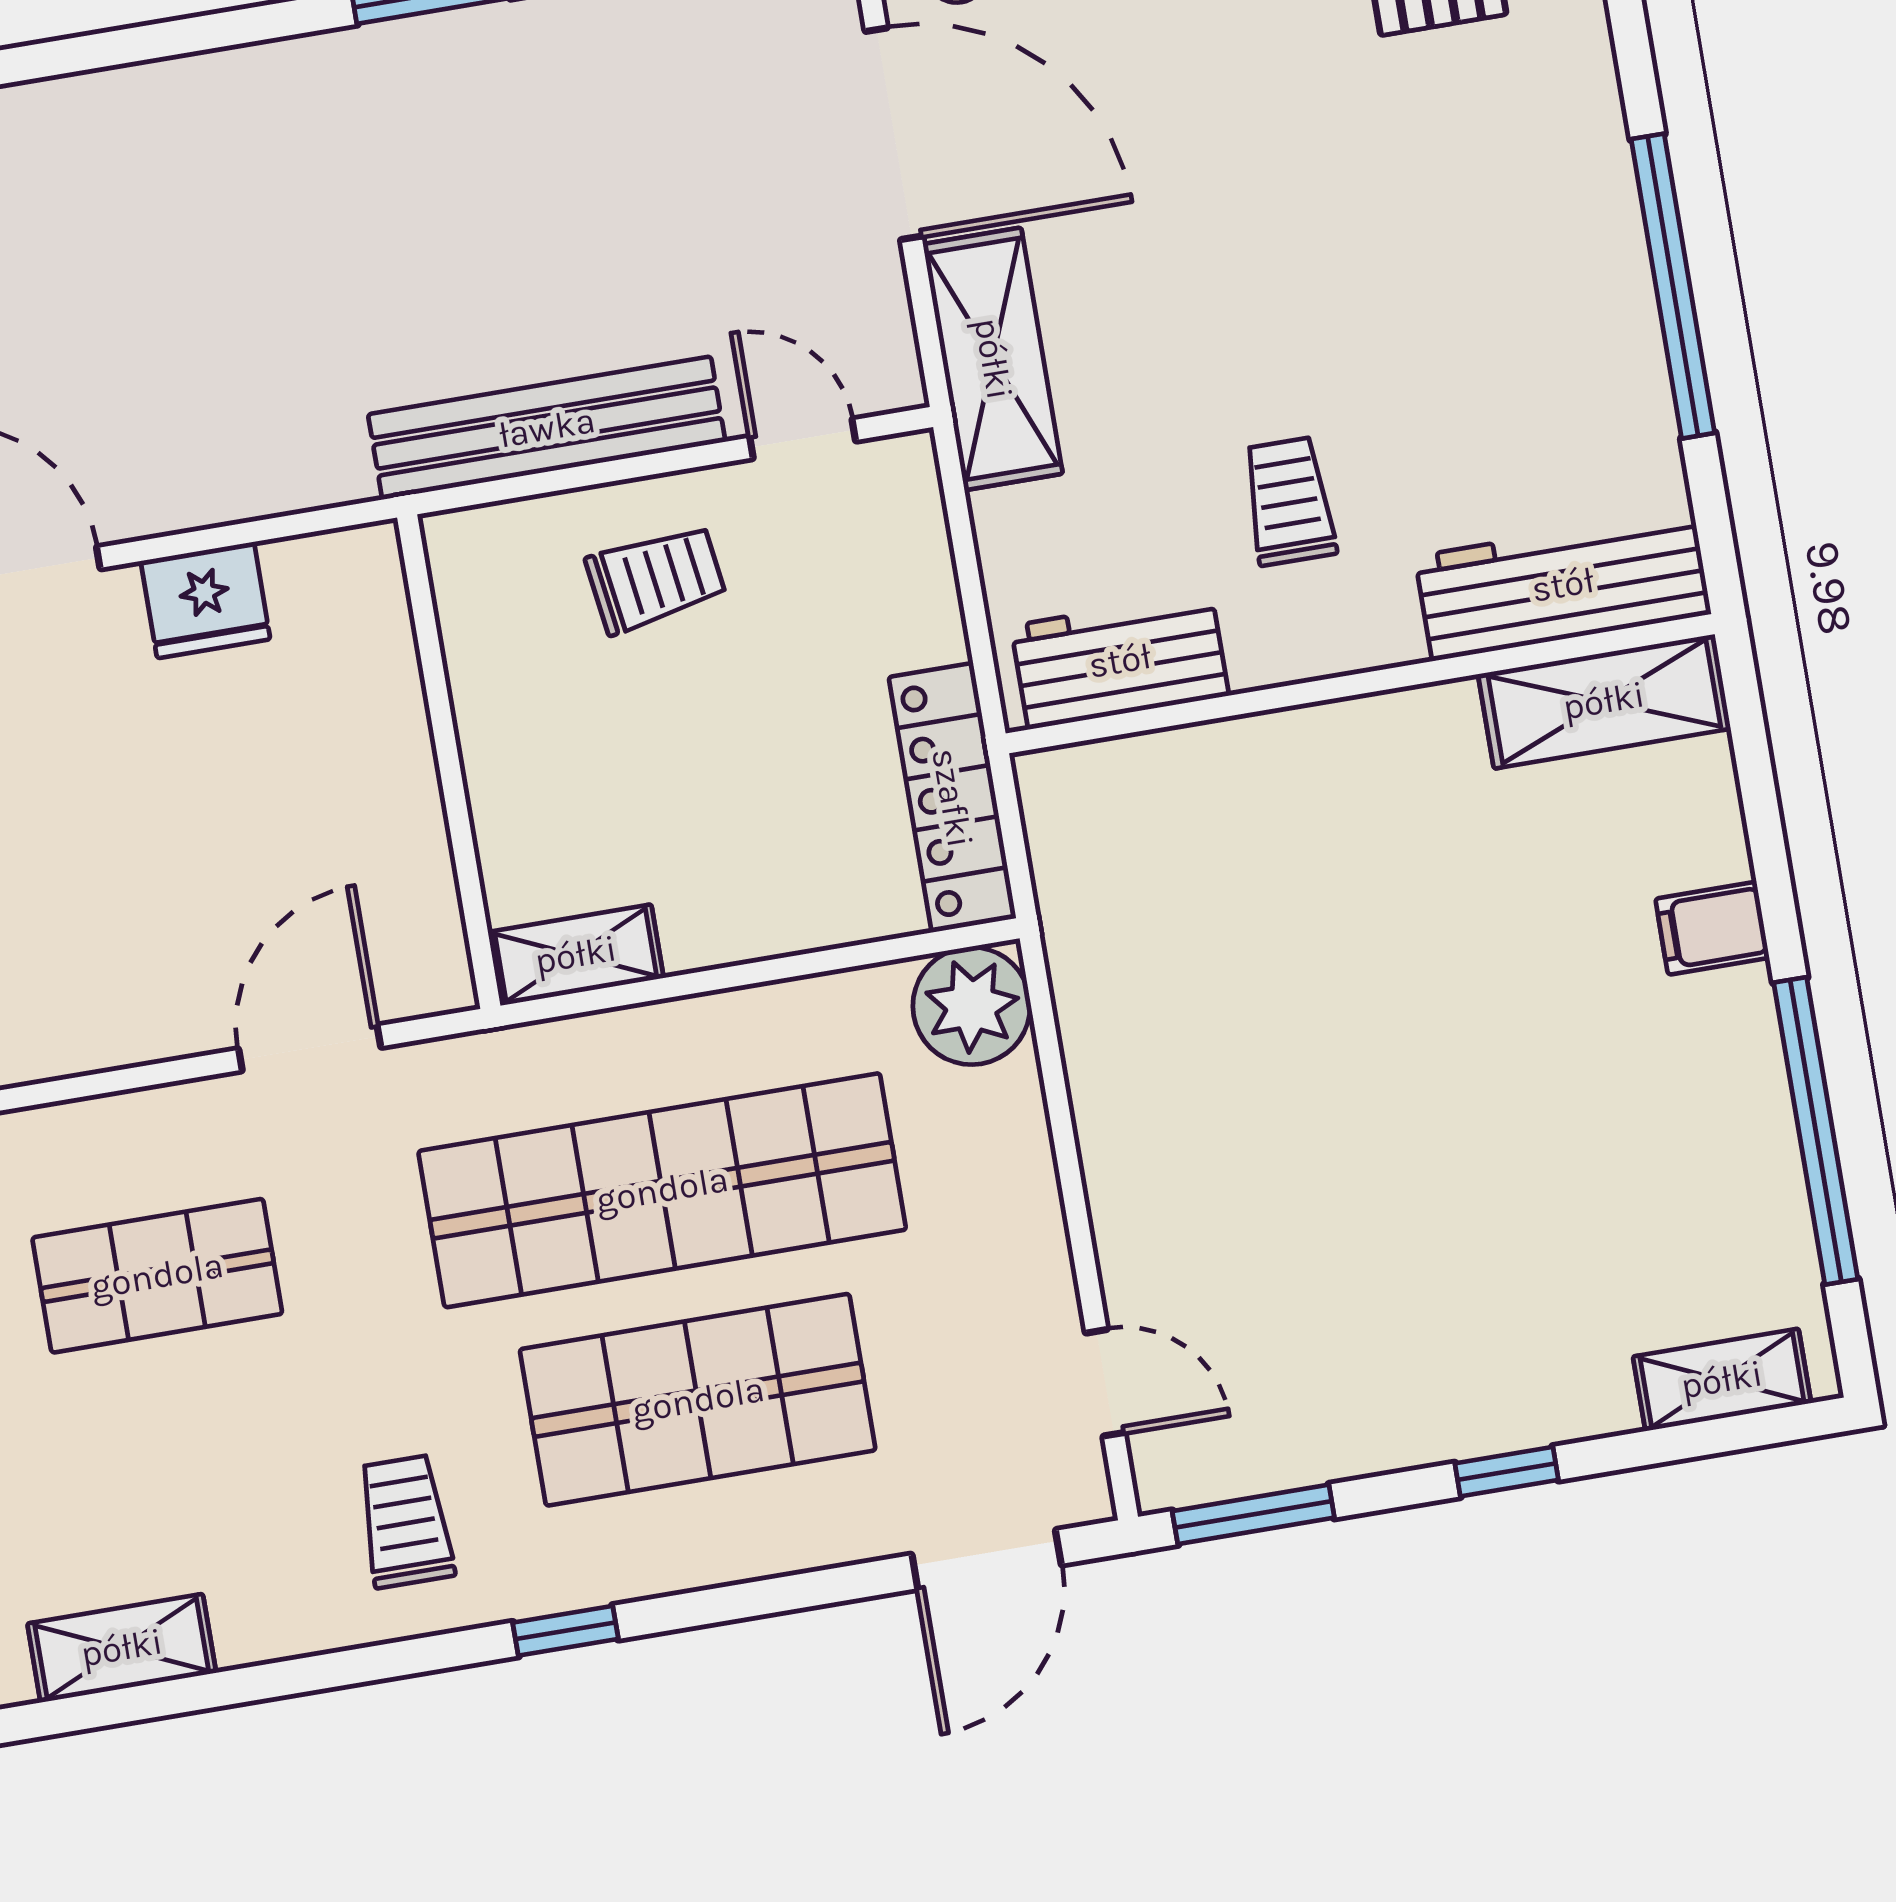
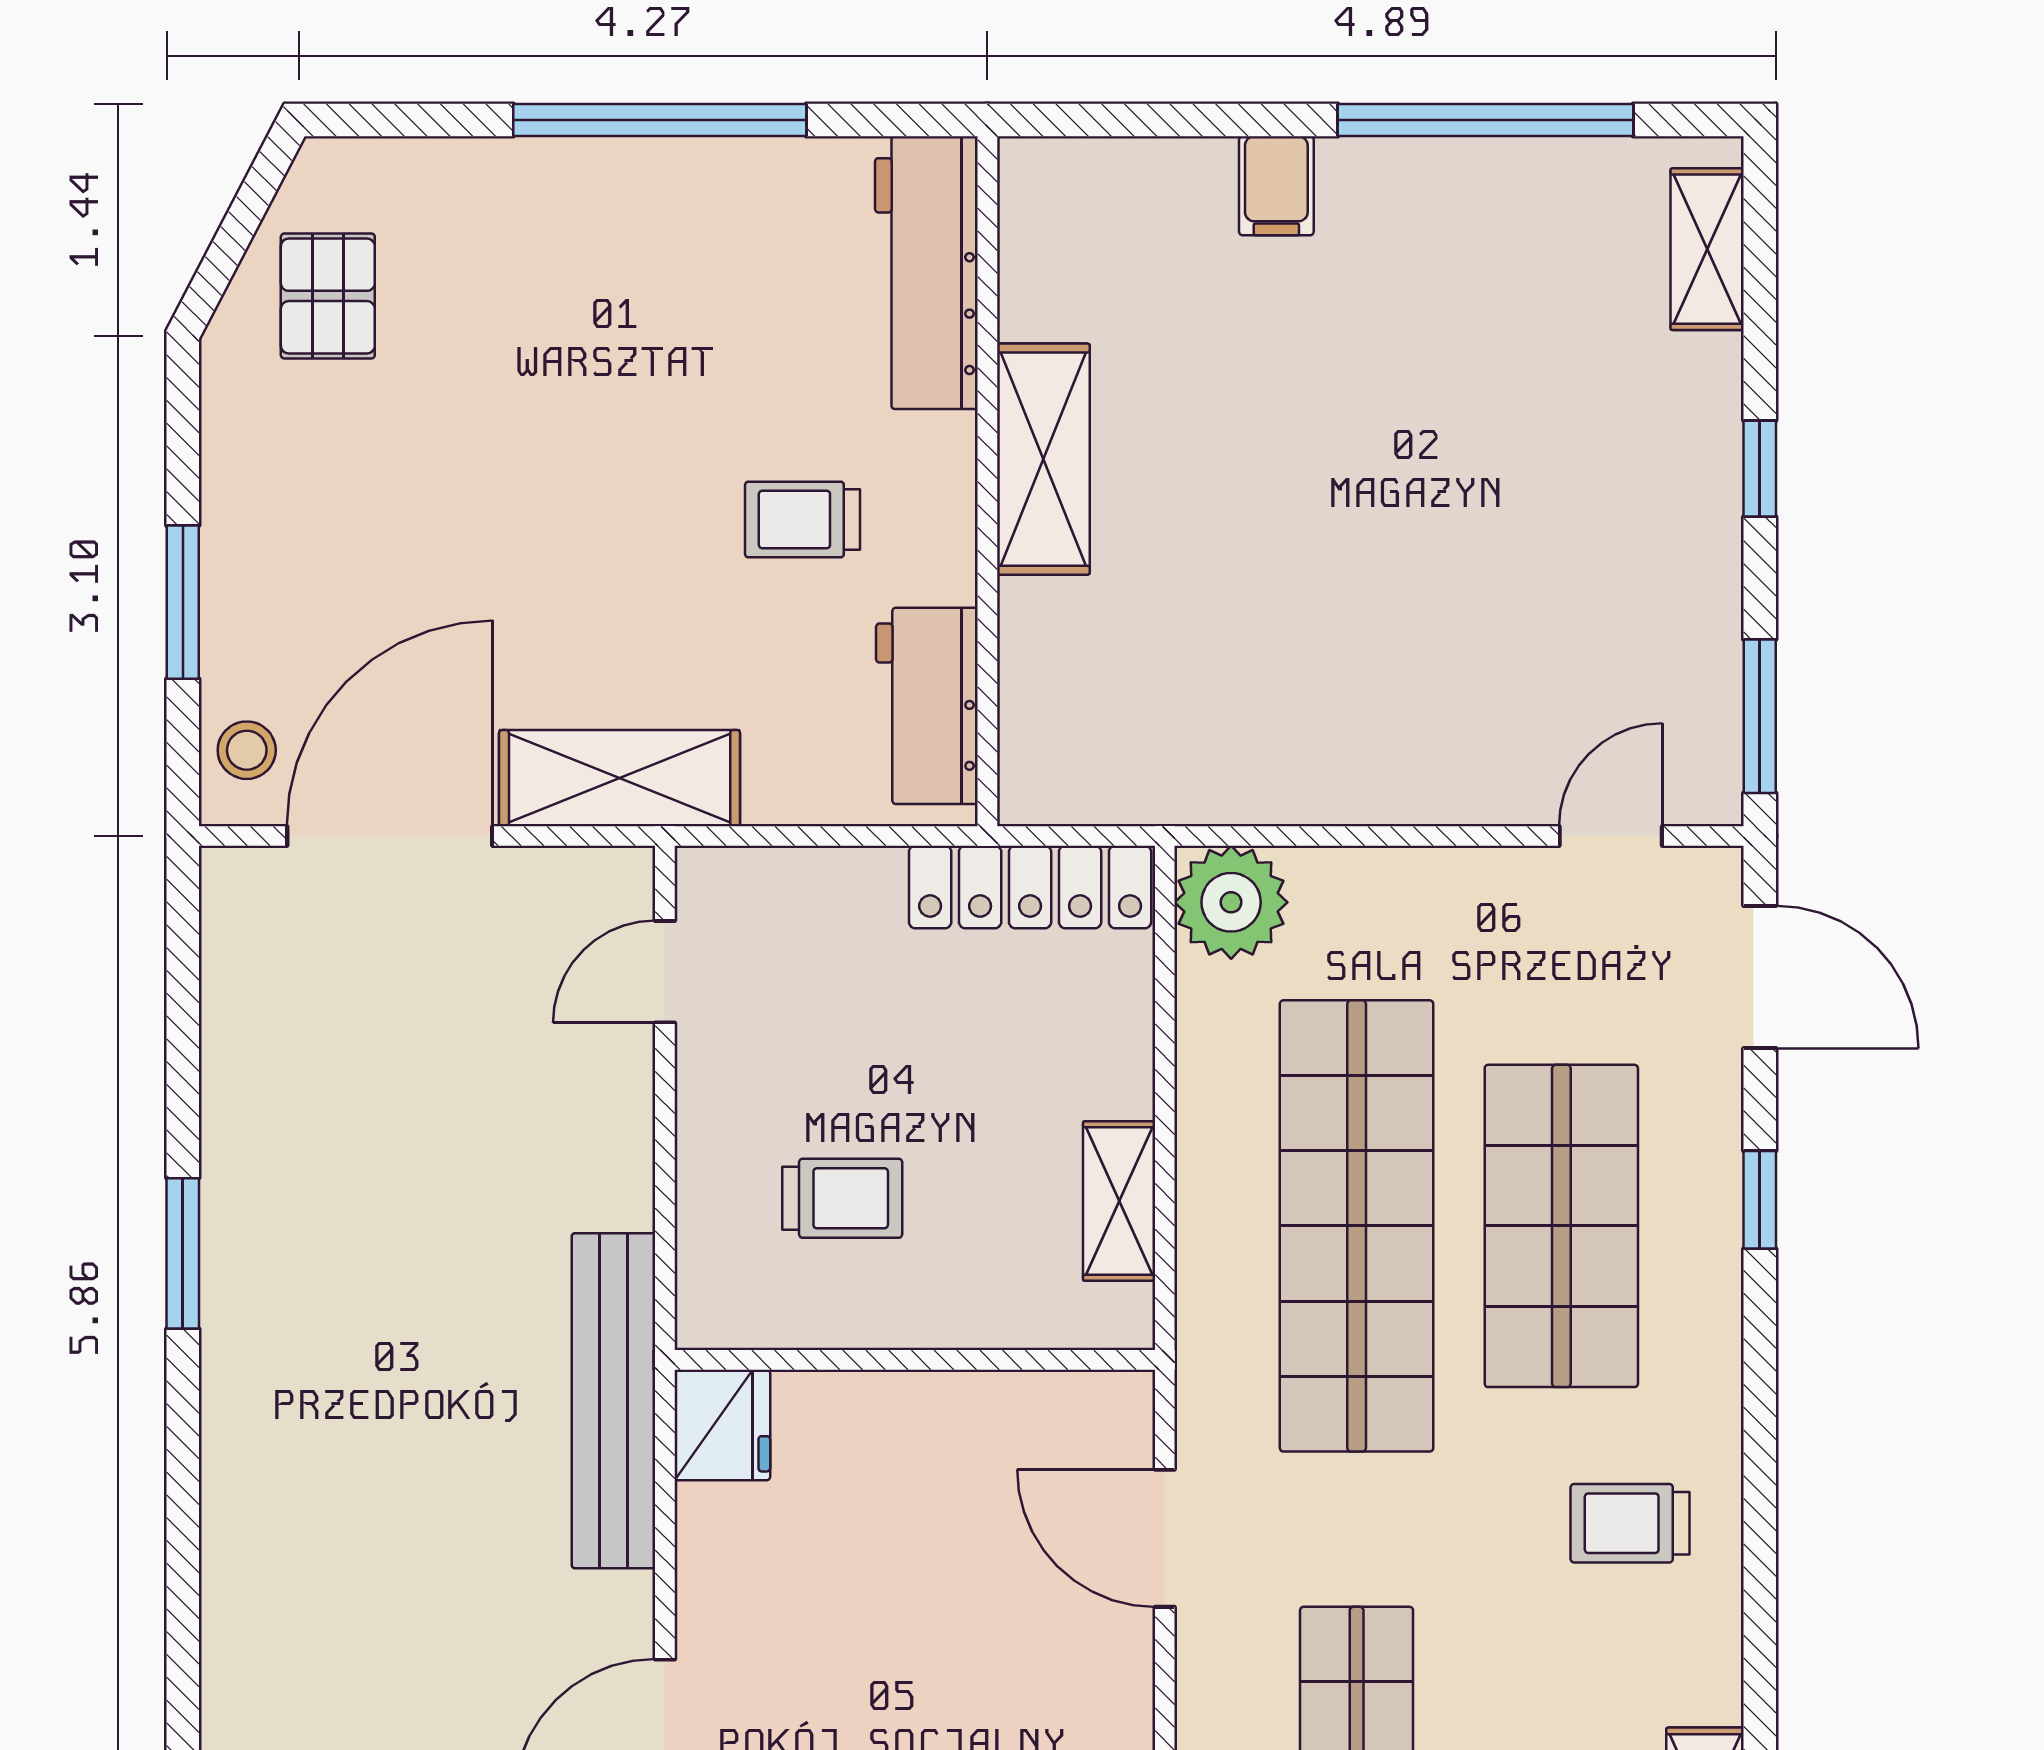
bench: (547, 428) -> (614, 1401), moved
trolley: (656, 579) -> (842, 1198), moved, turned 98
fridge: (205, 600) -> (722, 1425), moved
shelving: (1604, 701) -> (1043, 459), moved
shelving: (576, 955) -> (1119, 1201), moved
window: (565, 1631) -> (1760, 1200), moved

